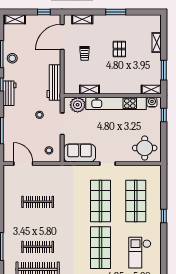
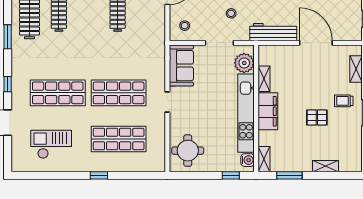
door: (62, 37) -> (316, 43), moved
trolley: (85, 53) -> (344, 101), moved
filing cabinet: (115, 87) -> (268, 111), added

